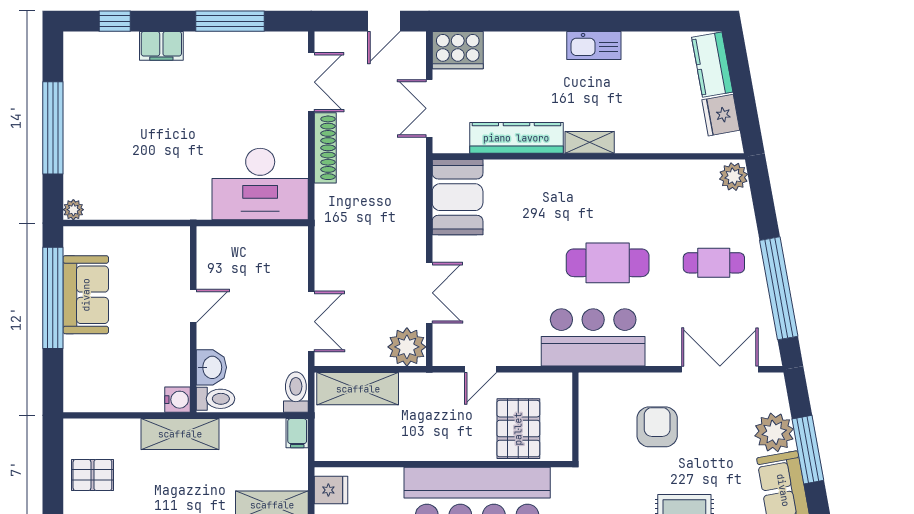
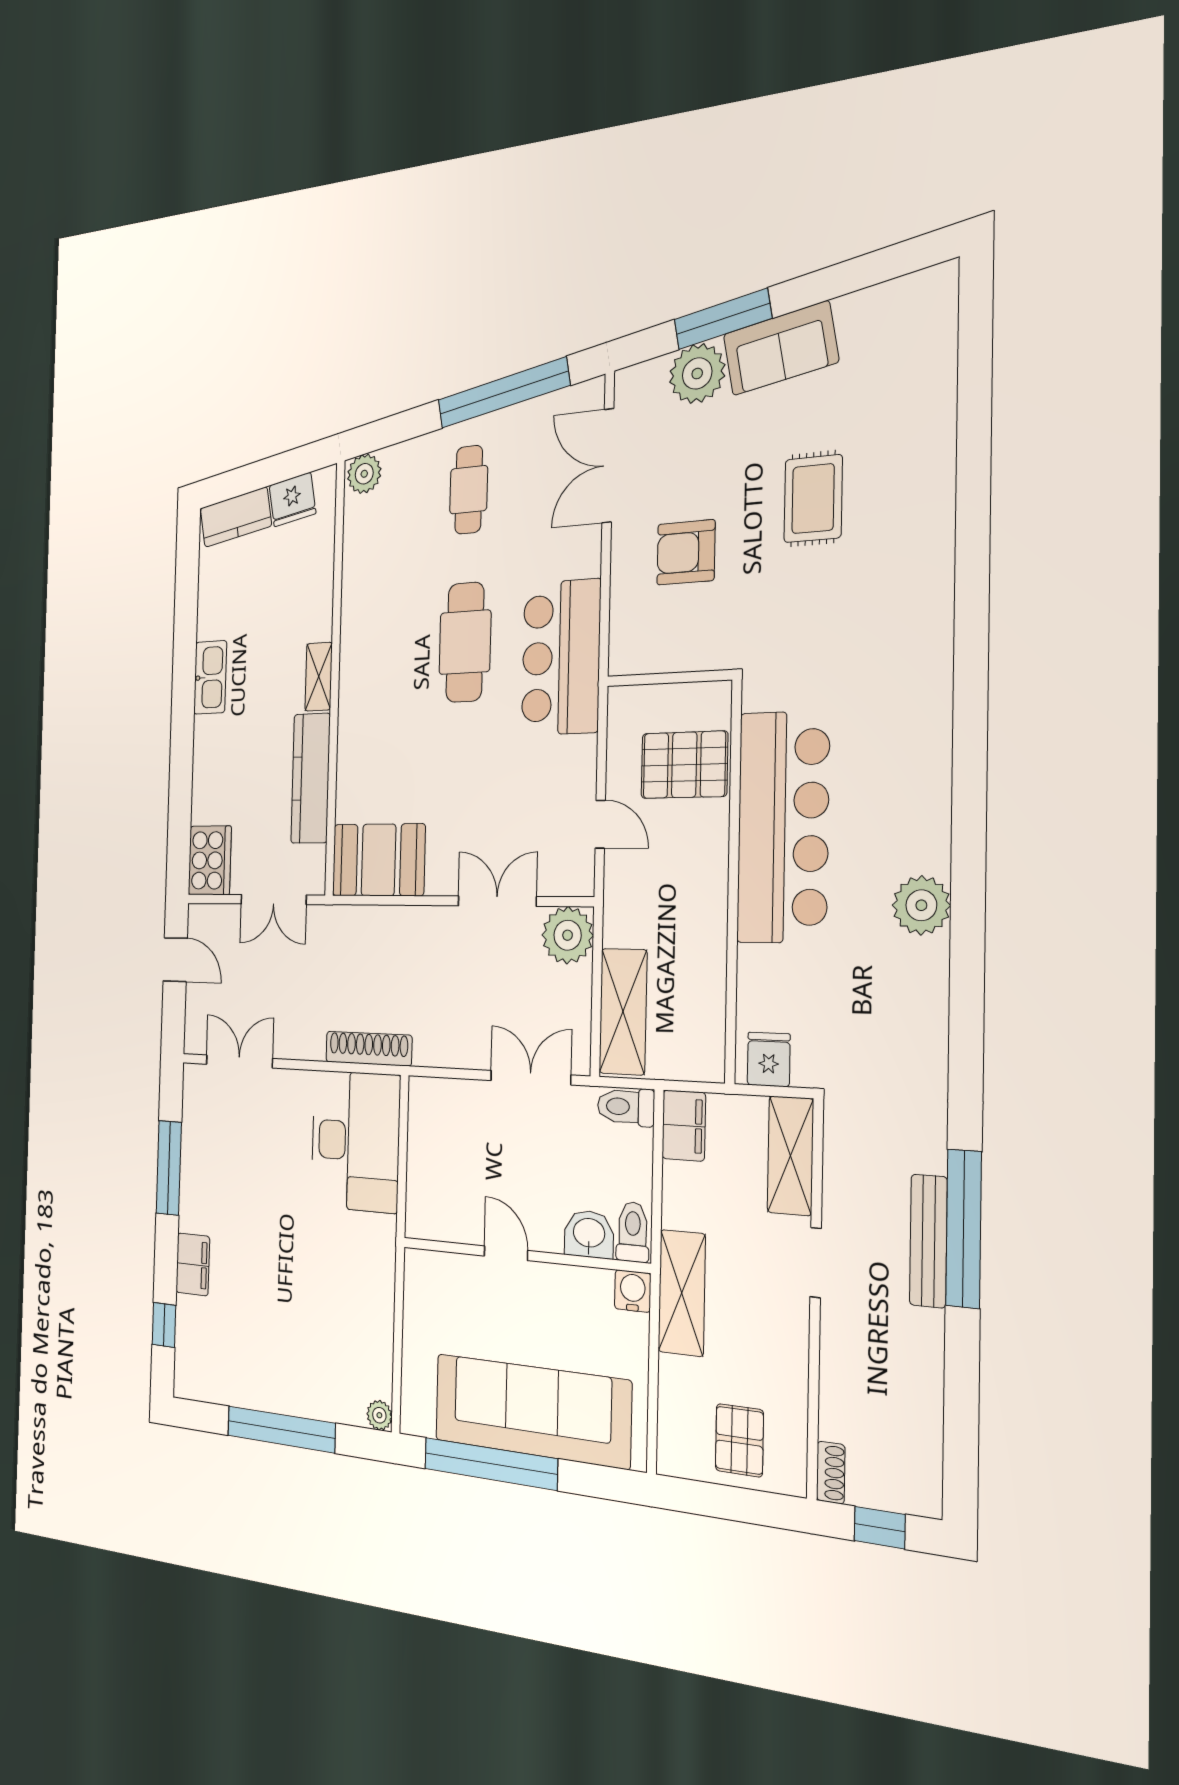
shoe rack: (325, 148) -> (369, 1049), moved
sofa: (86, 295) -> (532, 1411), width x1.85, depth x1.27
filing cabinet: (297, 433) -> (684, 1126), width x2.00

